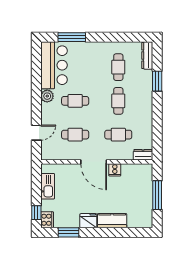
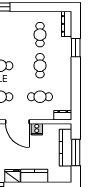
kitchen counter: (146, 190) -> (65, 148), added

